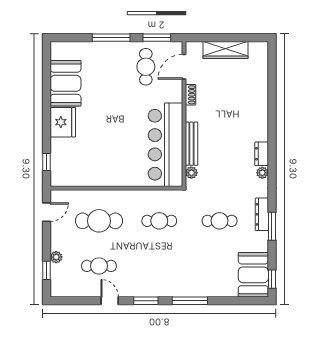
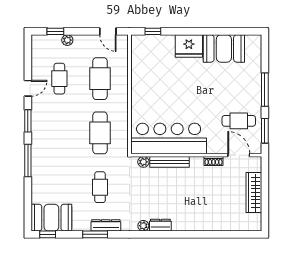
cafe table: (159, 221) -> (100, 133), width x1.37, depth x1.35

